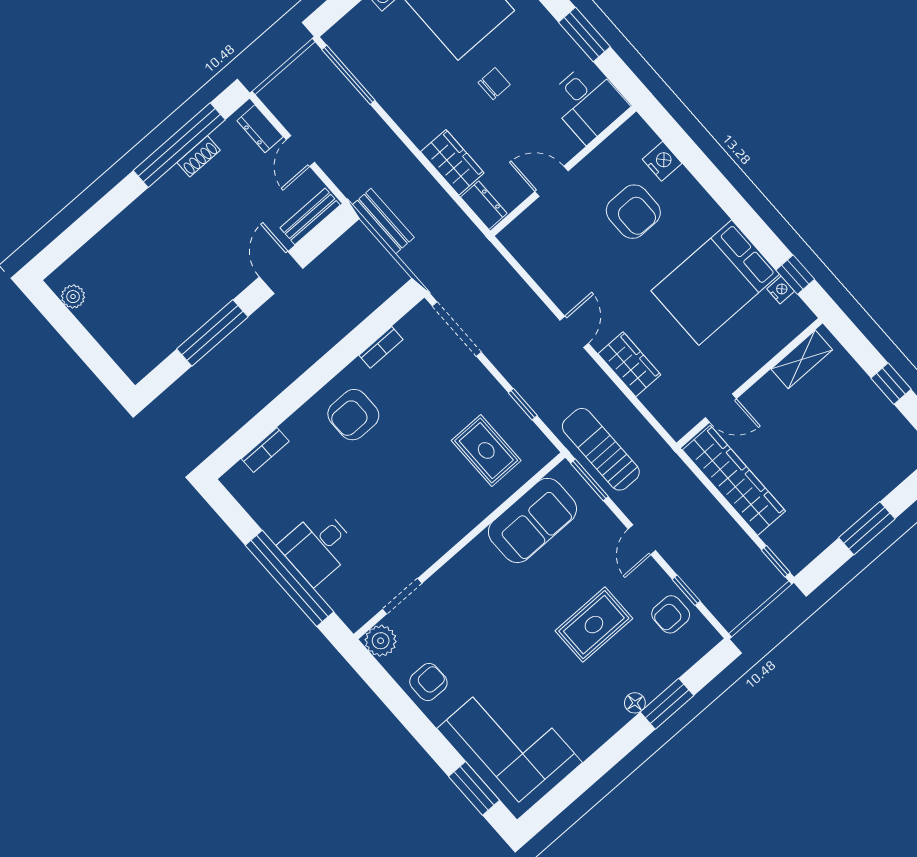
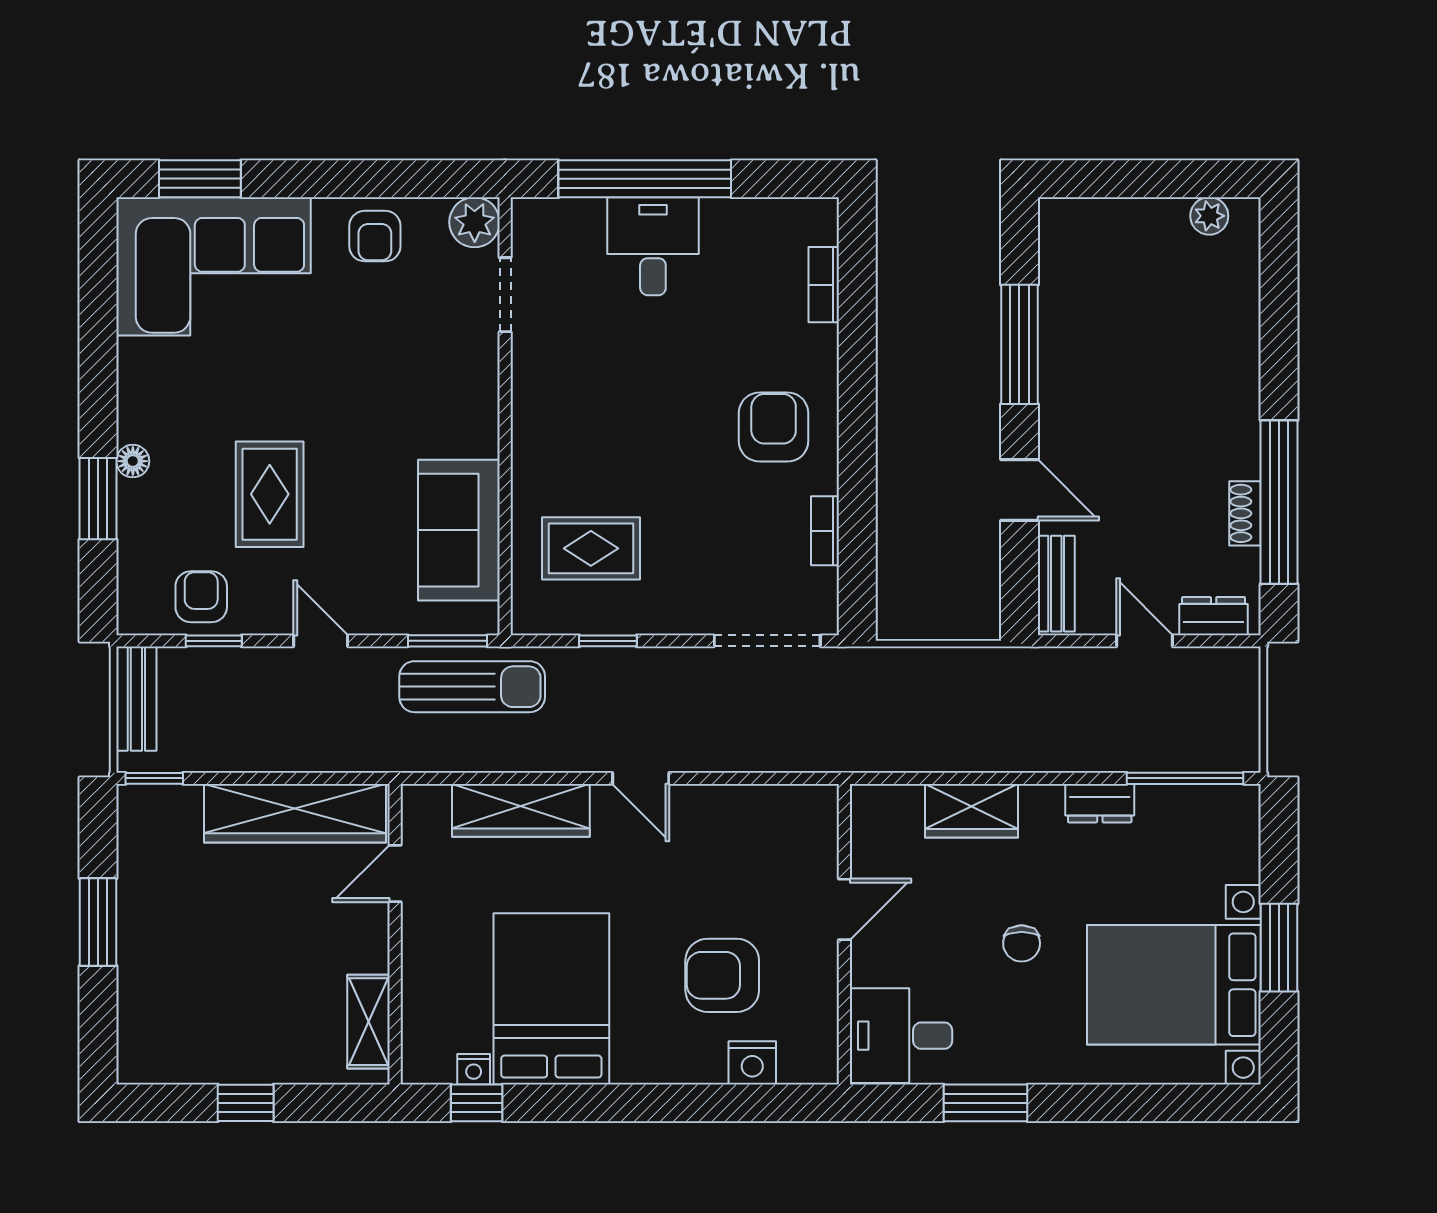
dresser: (484, 205) -> (1100, 803), moved
bench: (383, 221) -> (136, 699), moved, turned 90
wardrobe: (629, 364) -> (521, 810), width x1.50

